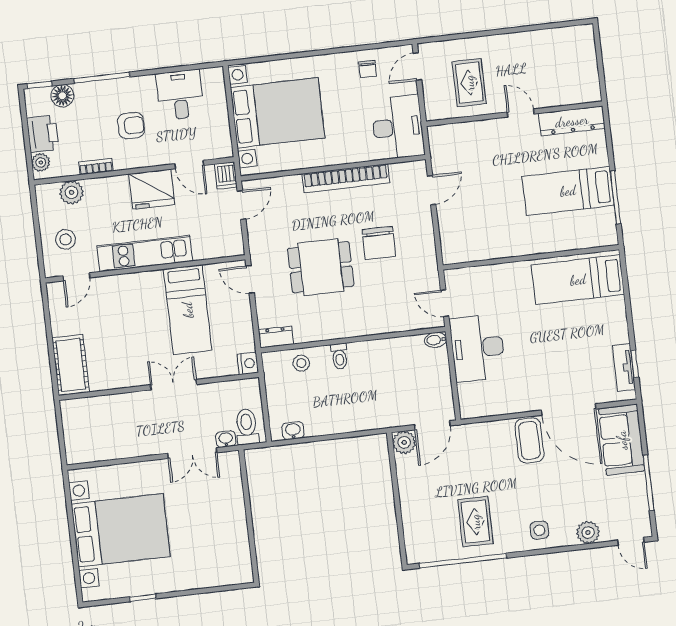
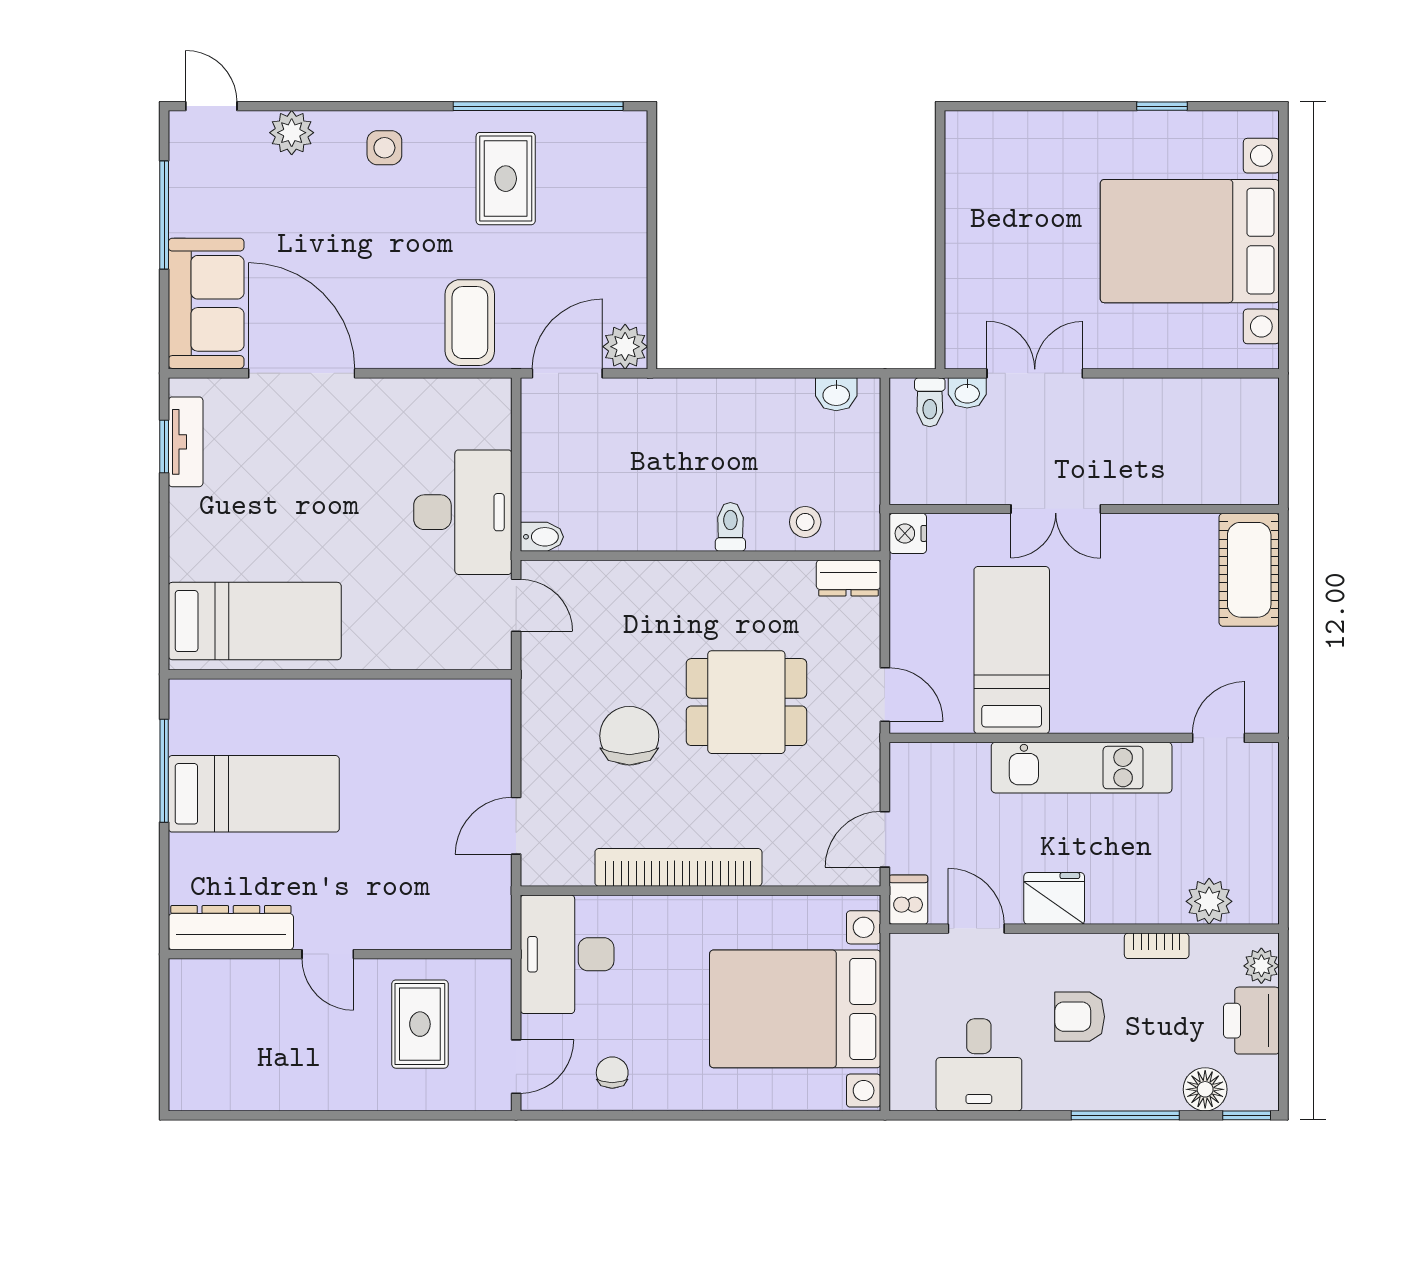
fridge: (152, 189) -> (1054, 898), width x0.73, depth x0.75
stool: (66, 239) -> (1231, 812), removed
toilet: (247, 427) -> (930, 402), width x0.73, depth x0.72
coffee table: (529, 440) -> (470, 323), moved

